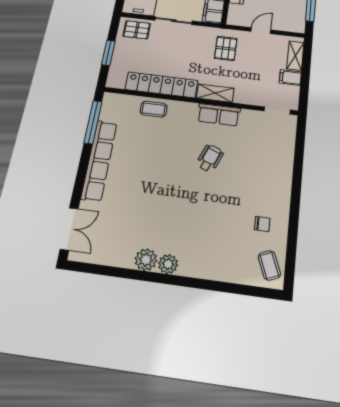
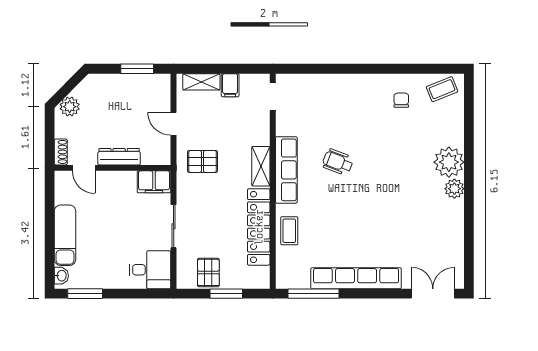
pallet: (137, 30) -> (208, 272), moved
row of seats: (219, 115) -> (286, 170), width x1.48
plant: (146, 260) -> (449, 162), moved, width x1.36, depth x1.36

